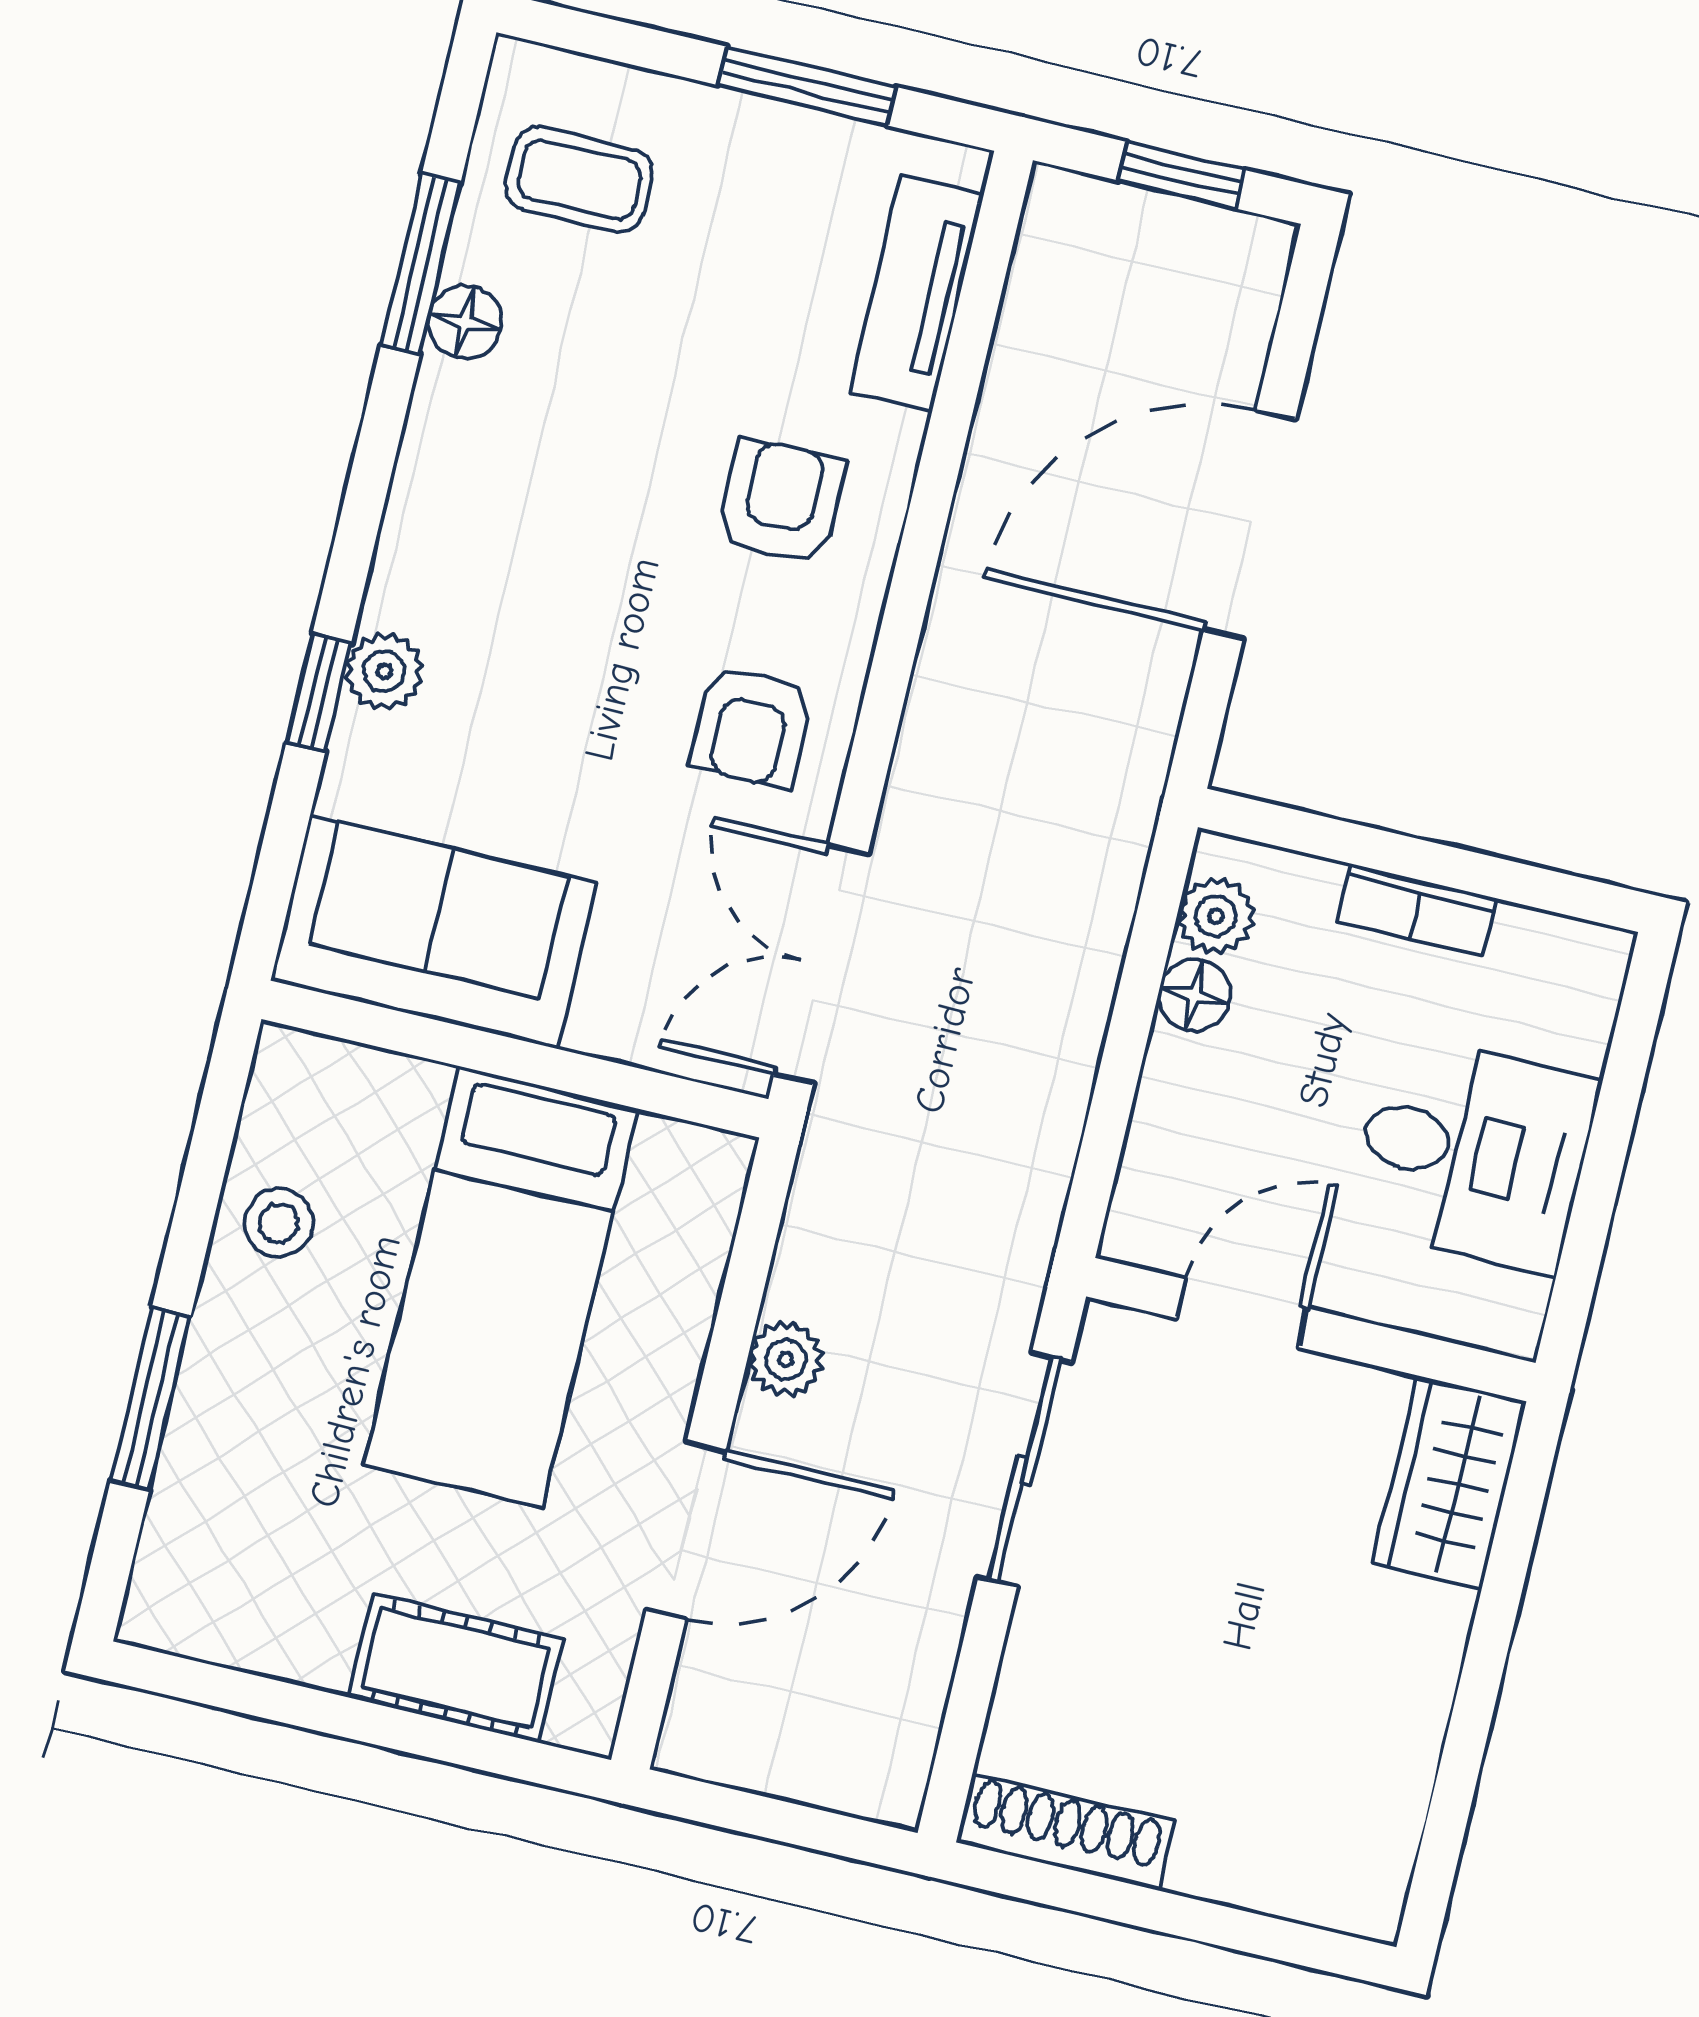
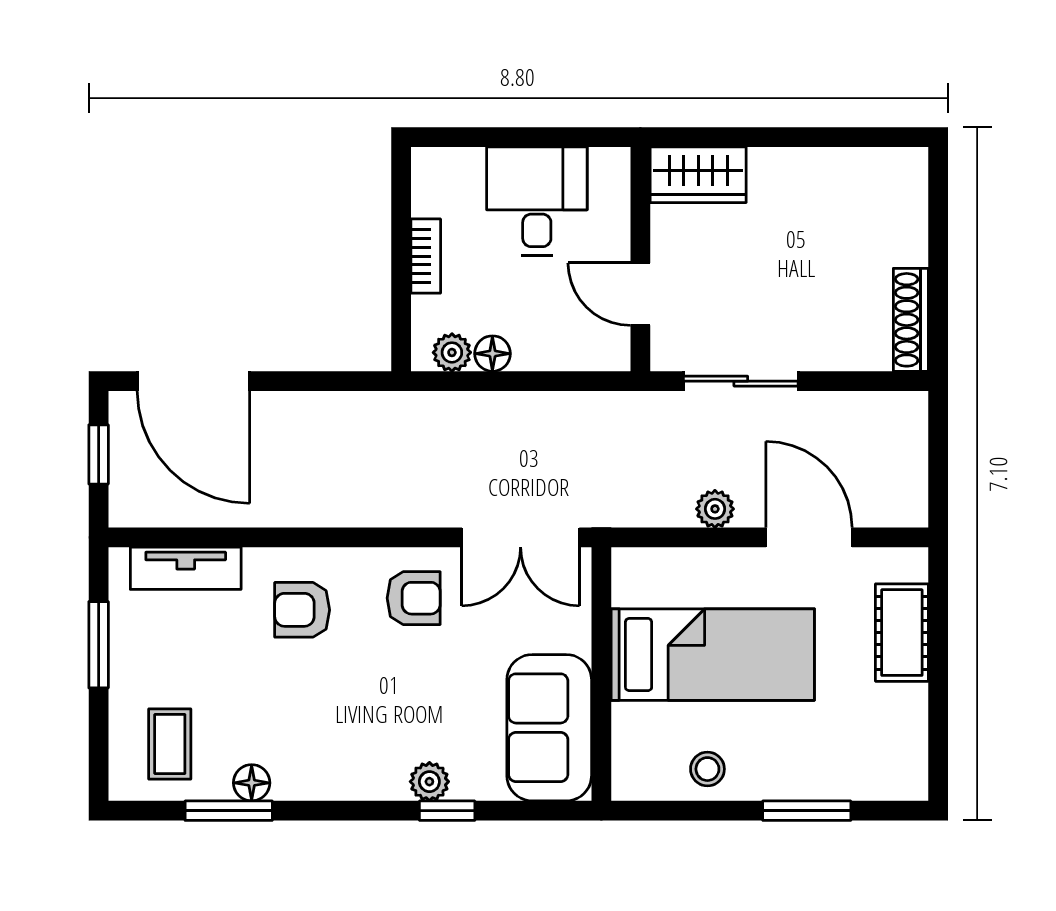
door: (1250, 525) -> (193, 381), moved

